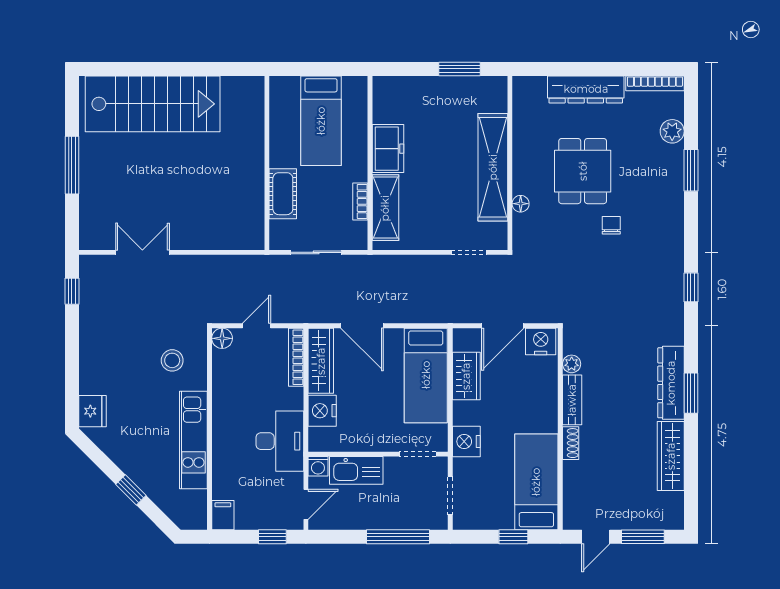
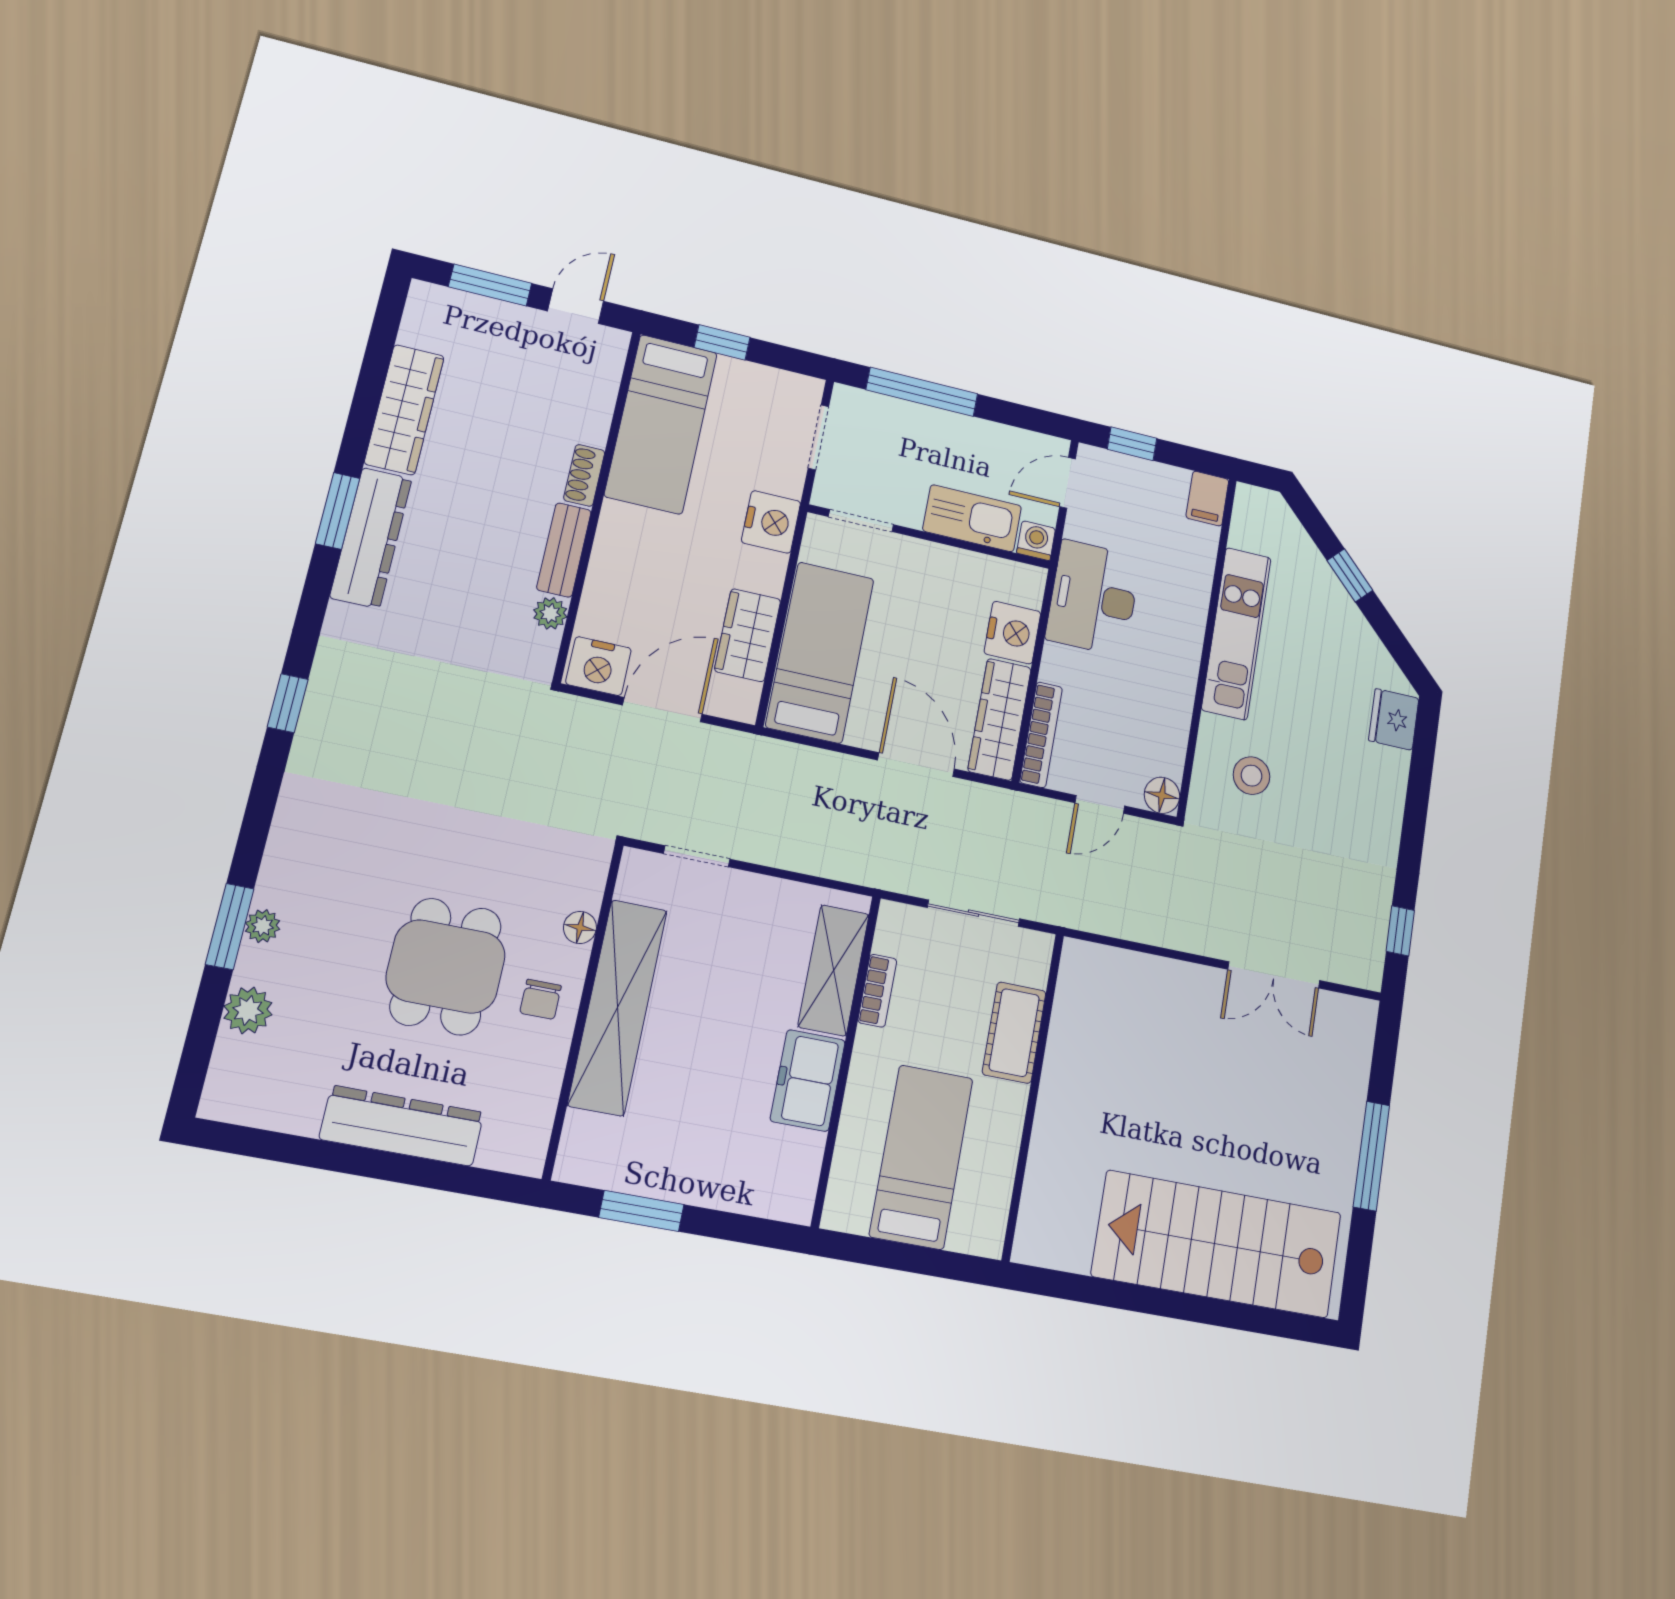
bookcase: (655, 83) -> (259, 1113), removed
plant: (675, 174) -> (263, 926), added
chair: (611, 225) -> (541, 999), moved

